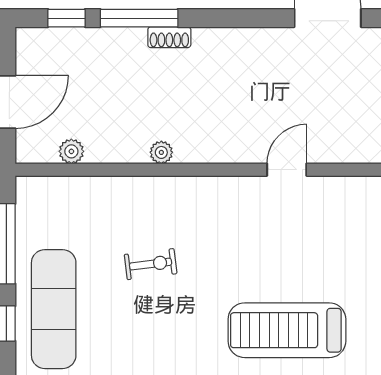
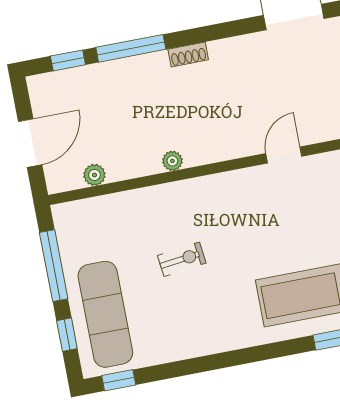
shoe rack: (169, 37) -> (188, 55), moved

